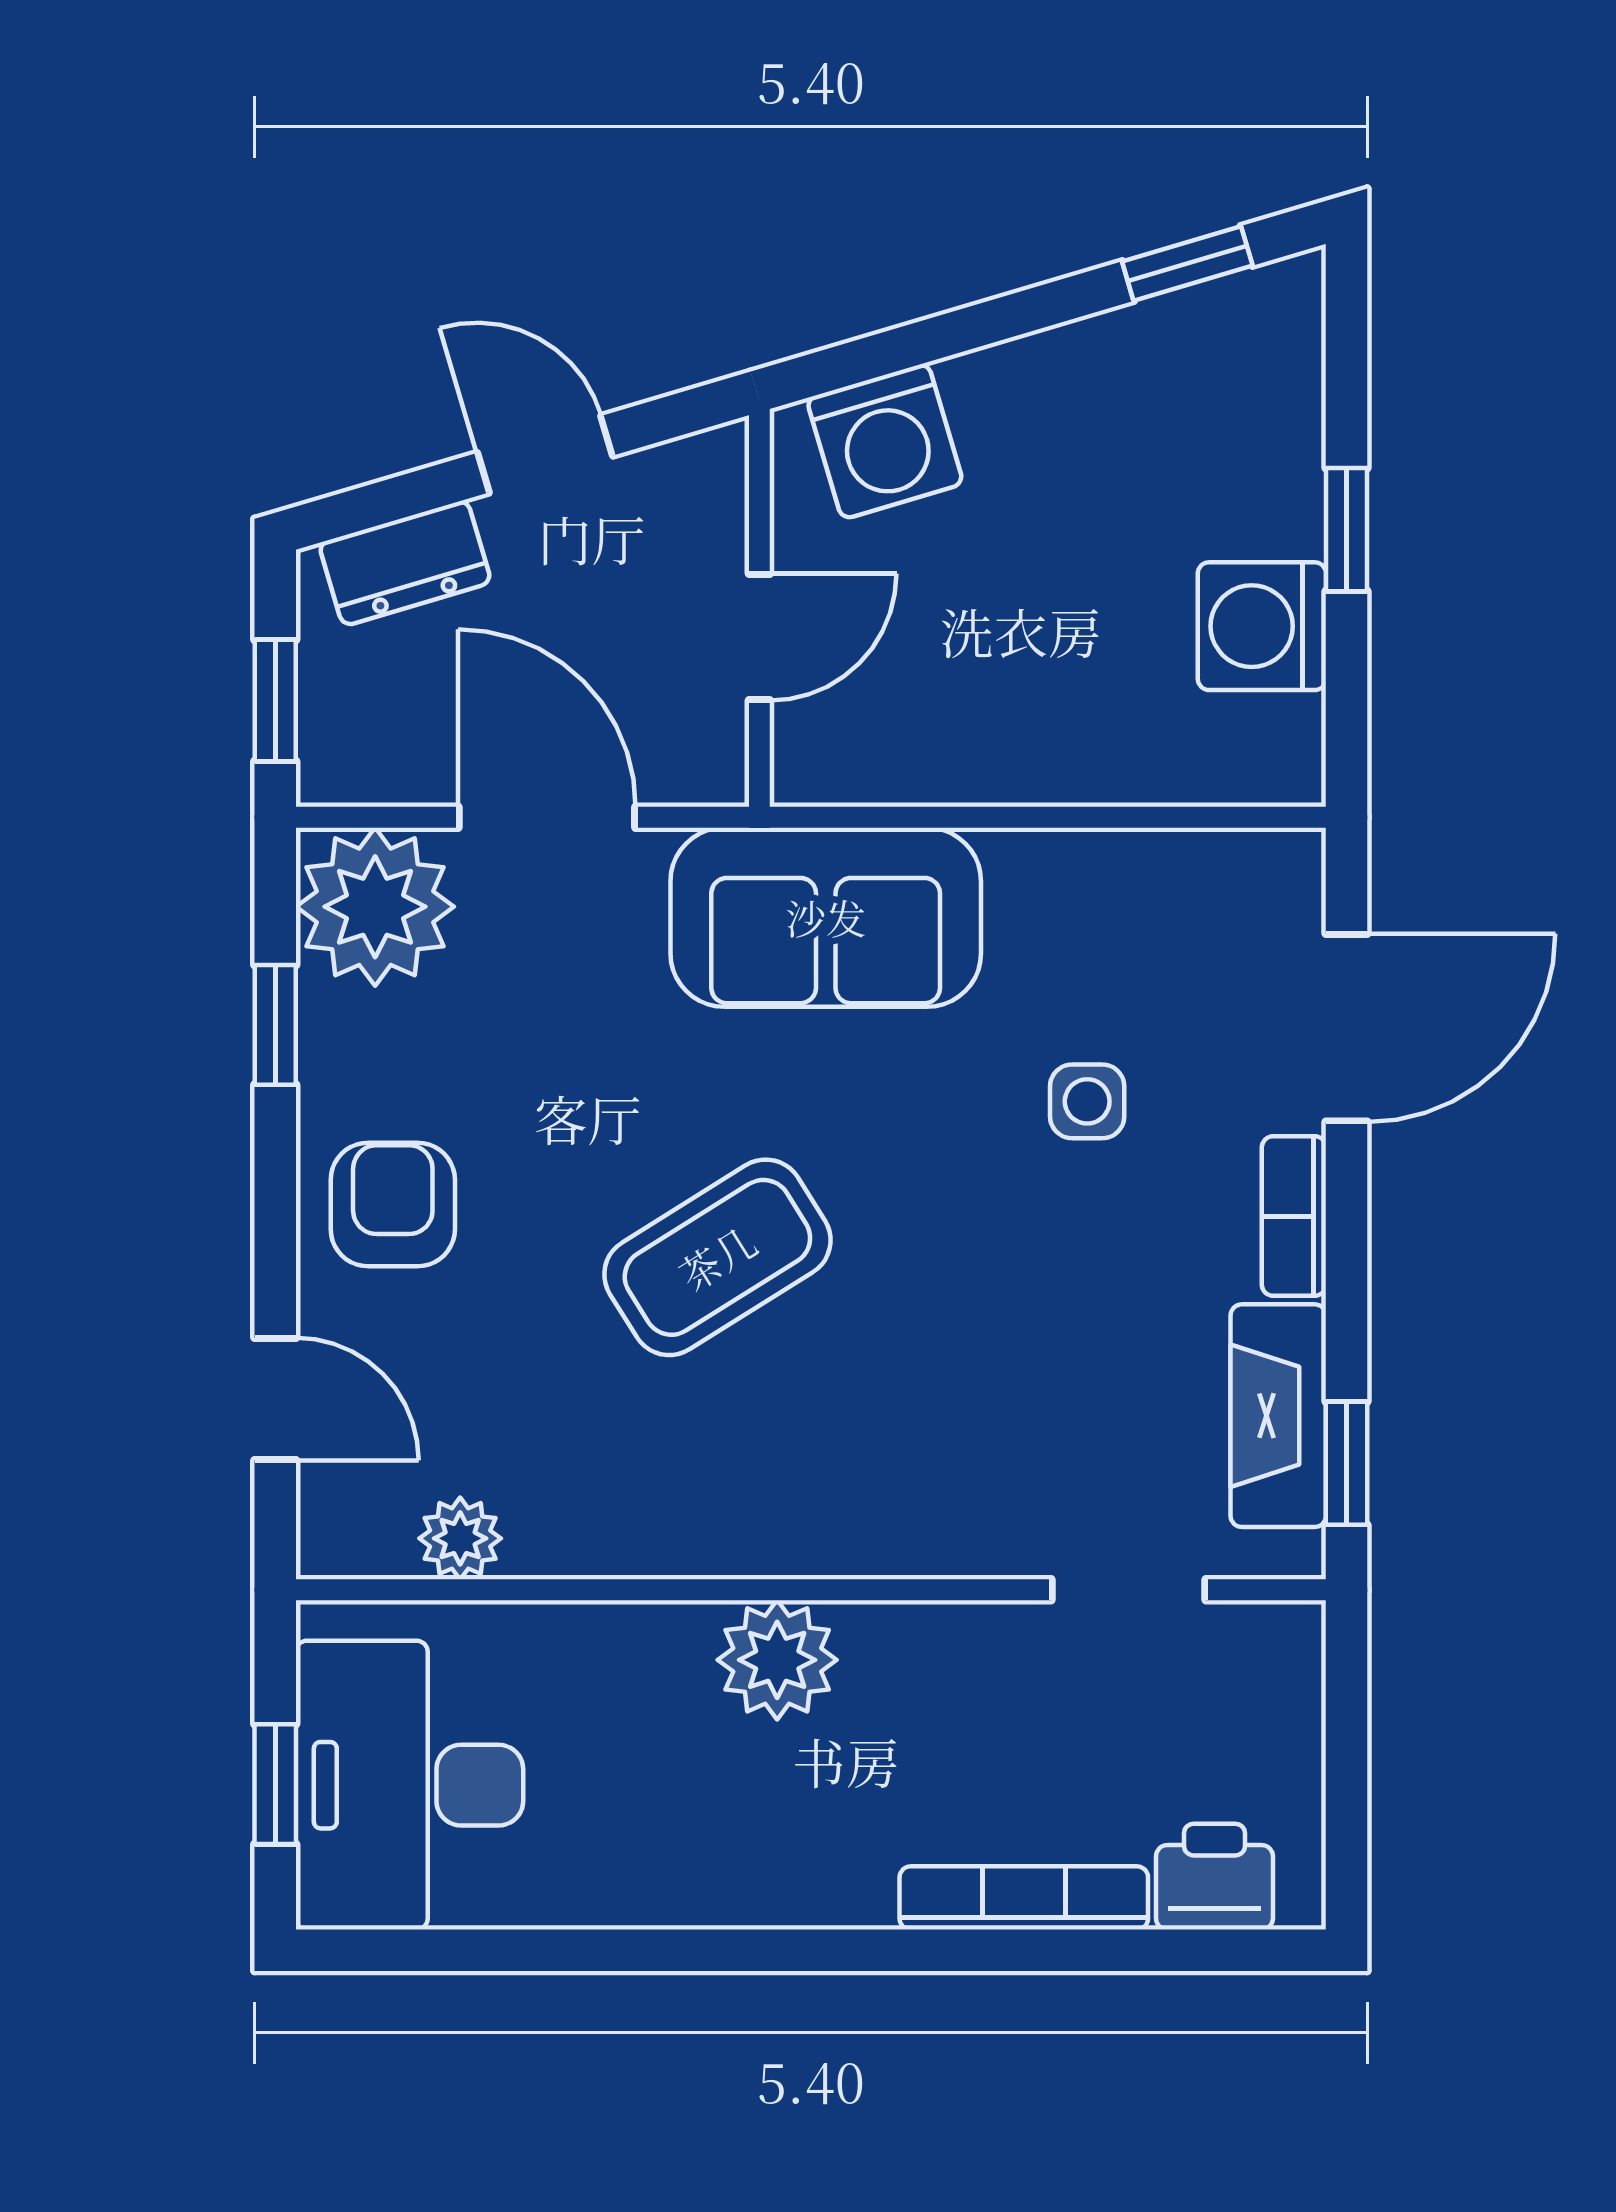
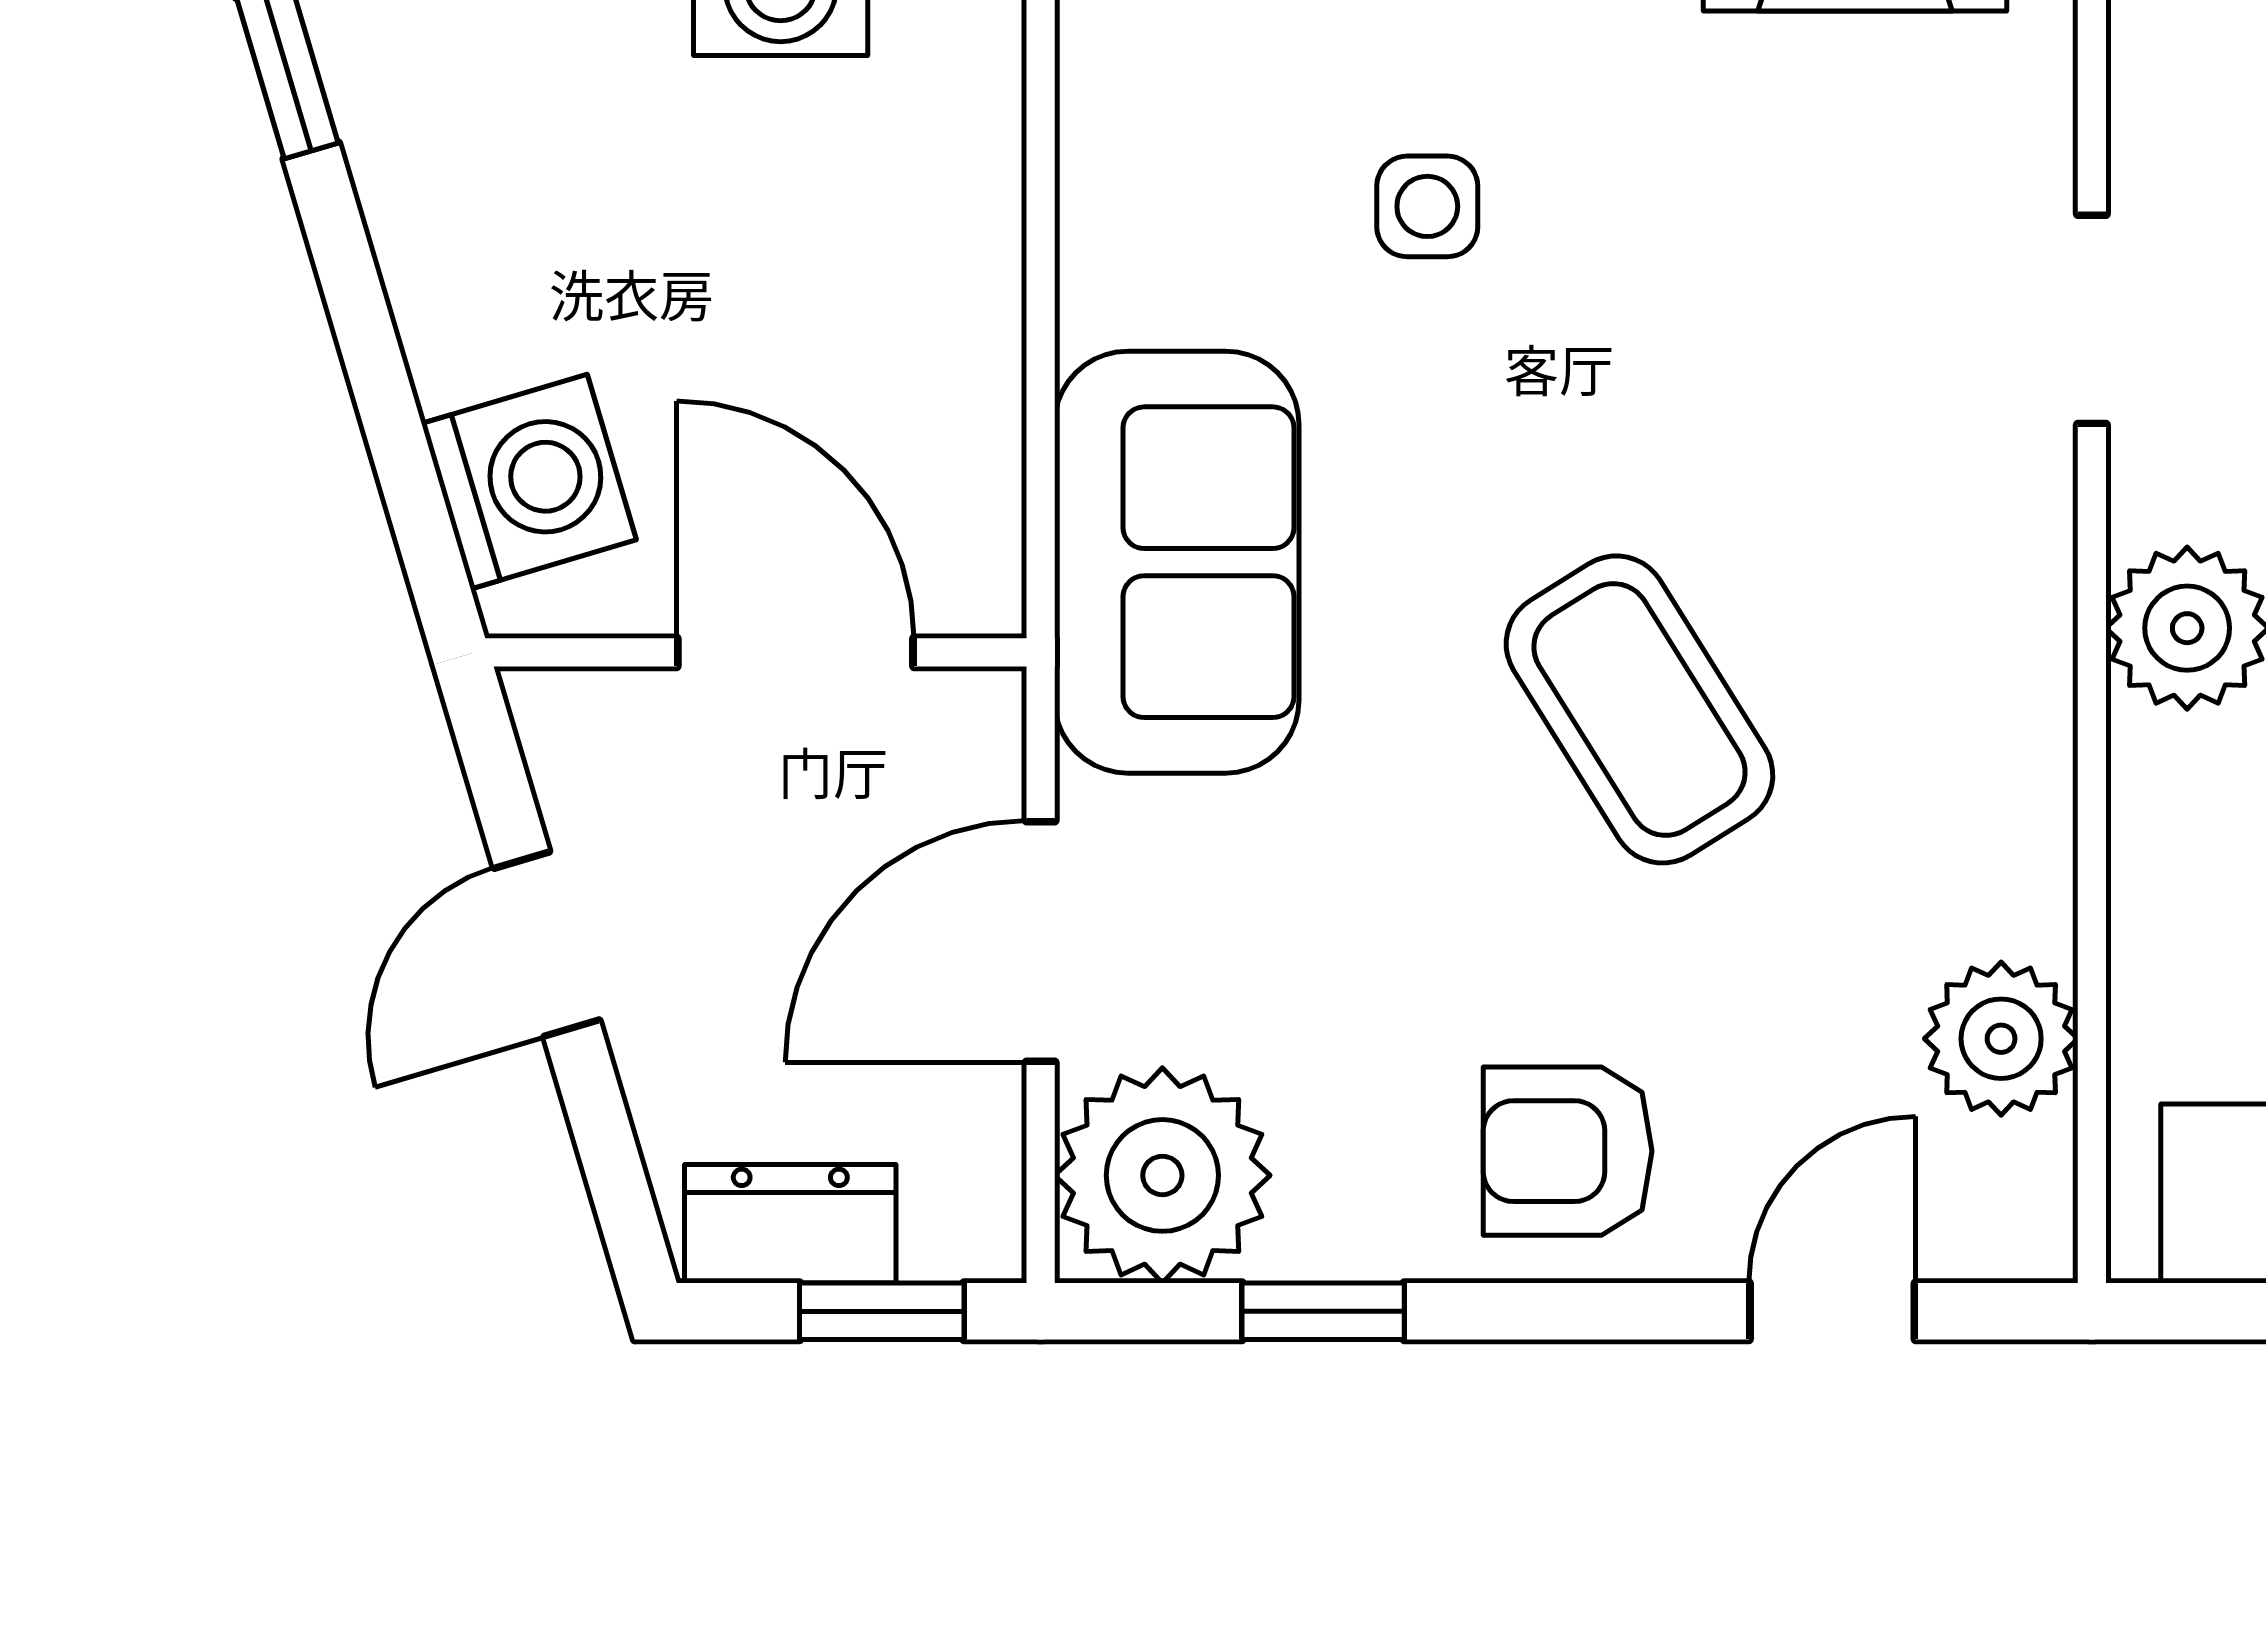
dresser: (405, 563) -> (790, 1224), moved, turned -73
door: (759, 637) -> (795, 652), width x1.37
plant: (460, 1538) -> (2001, 1039), width x1.38, depth x1.38
doorway: (1129, 1590) -> (2092, 319), moved

